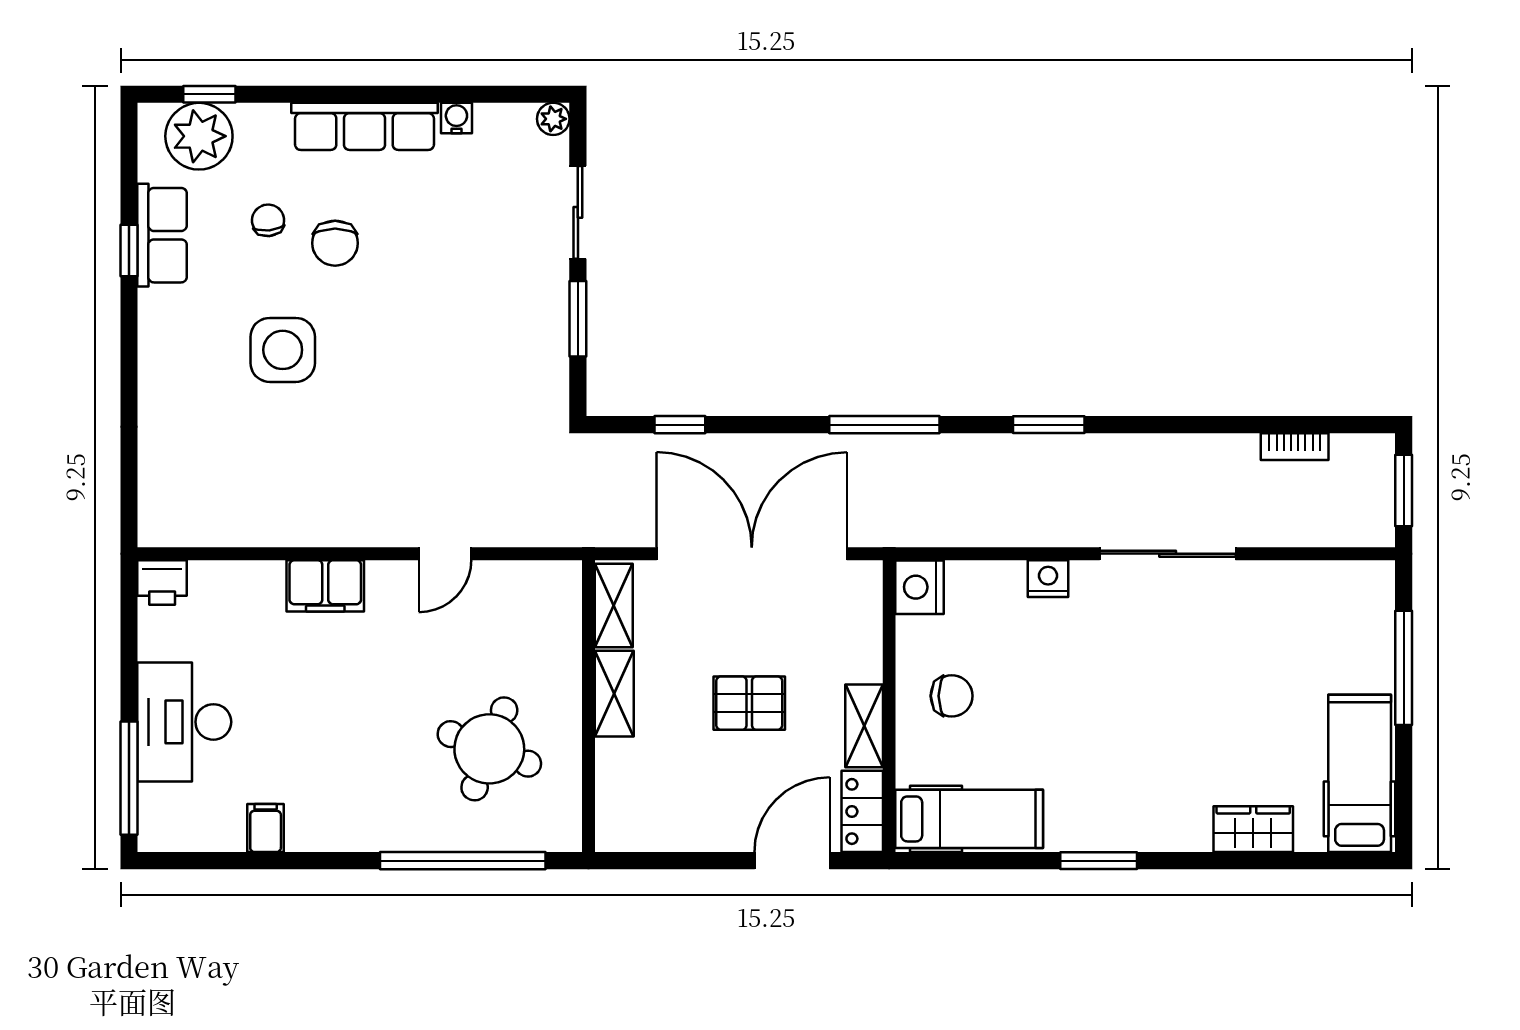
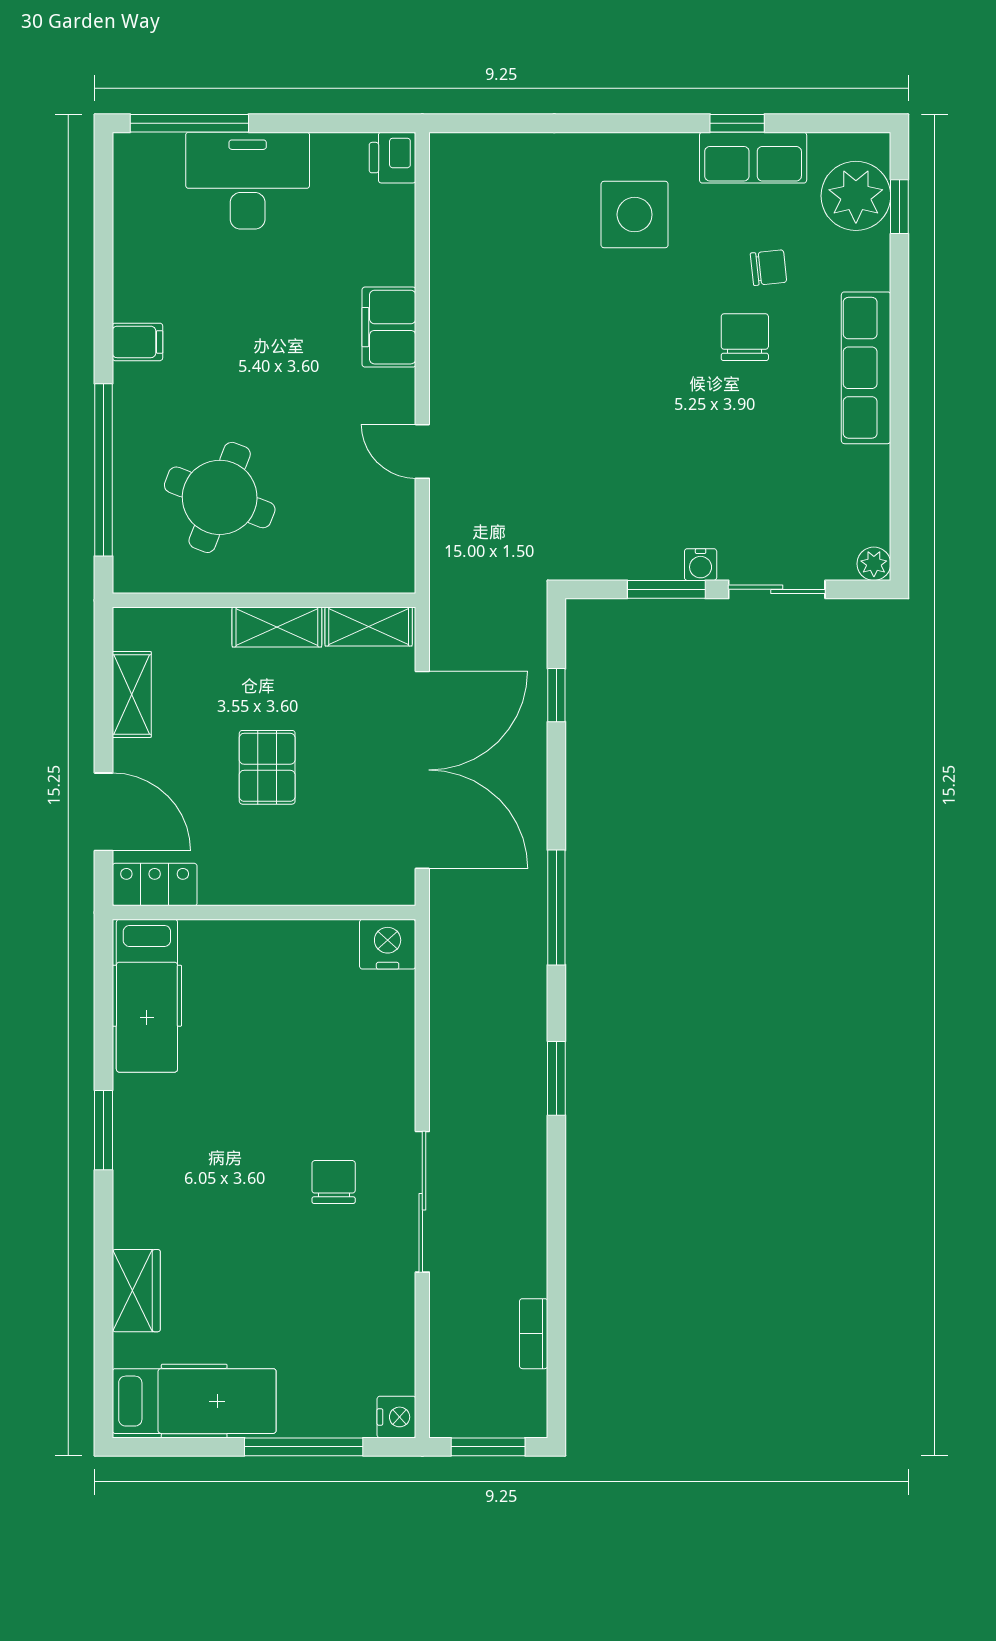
water cooler: (456, 118) -> (701, 565), moved, turned 90
chair: (335, 243) -> (745, 337), turned 90
side table: (283, 350) -> (635, 215), moved
nightstand: (1048, 579) -> (396, 1417), moved
chair: (952, 696) -> (334, 1182), moved, turned 180
shelving: (864, 726) -> (132, 694), moved, turned 90
filing cabinet: (266, 828) -> (137, 342), moved

